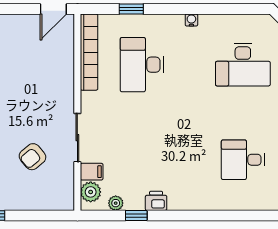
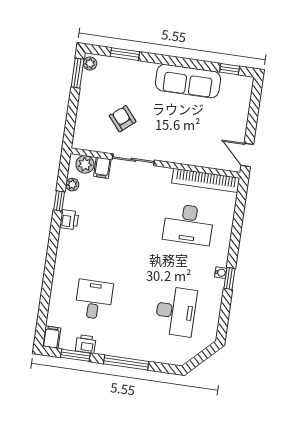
window: (131, 9) -> (230, 278), moved
desk: (142, 65) -> (188, 224), turned 180
desk: (243, 65) -> (176, 311), turned 180

